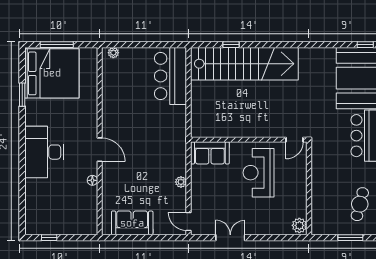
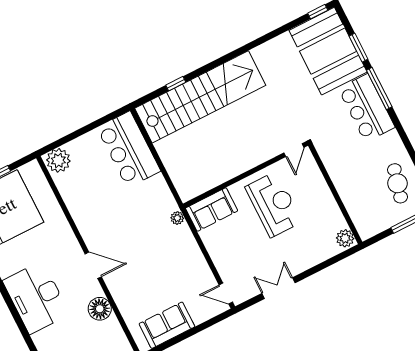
plant: (113, 53) -> (58, 160), width x1.88, depth x1.88
reception desk: (259, 173) -> (274, 204), turned 180
floor lamp: (92, 180) -> (100, 309), width x1.89, depth x1.89
plant: (181, 182) -> (177, 218), moved

